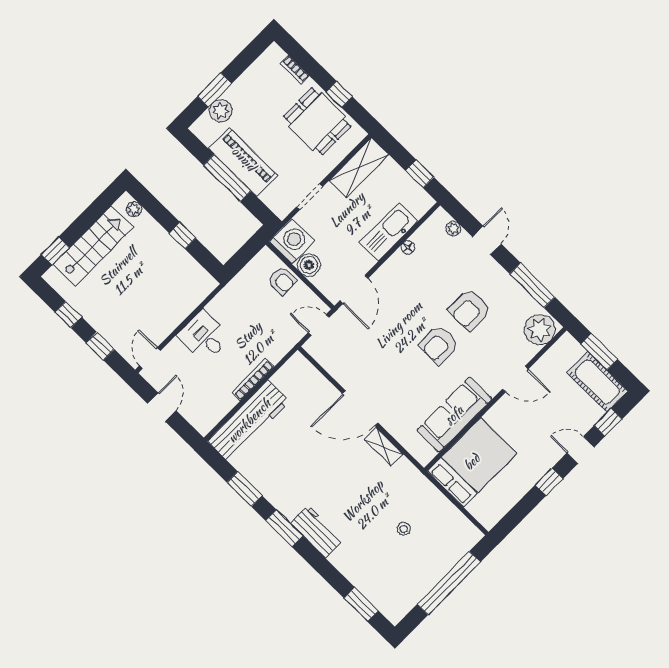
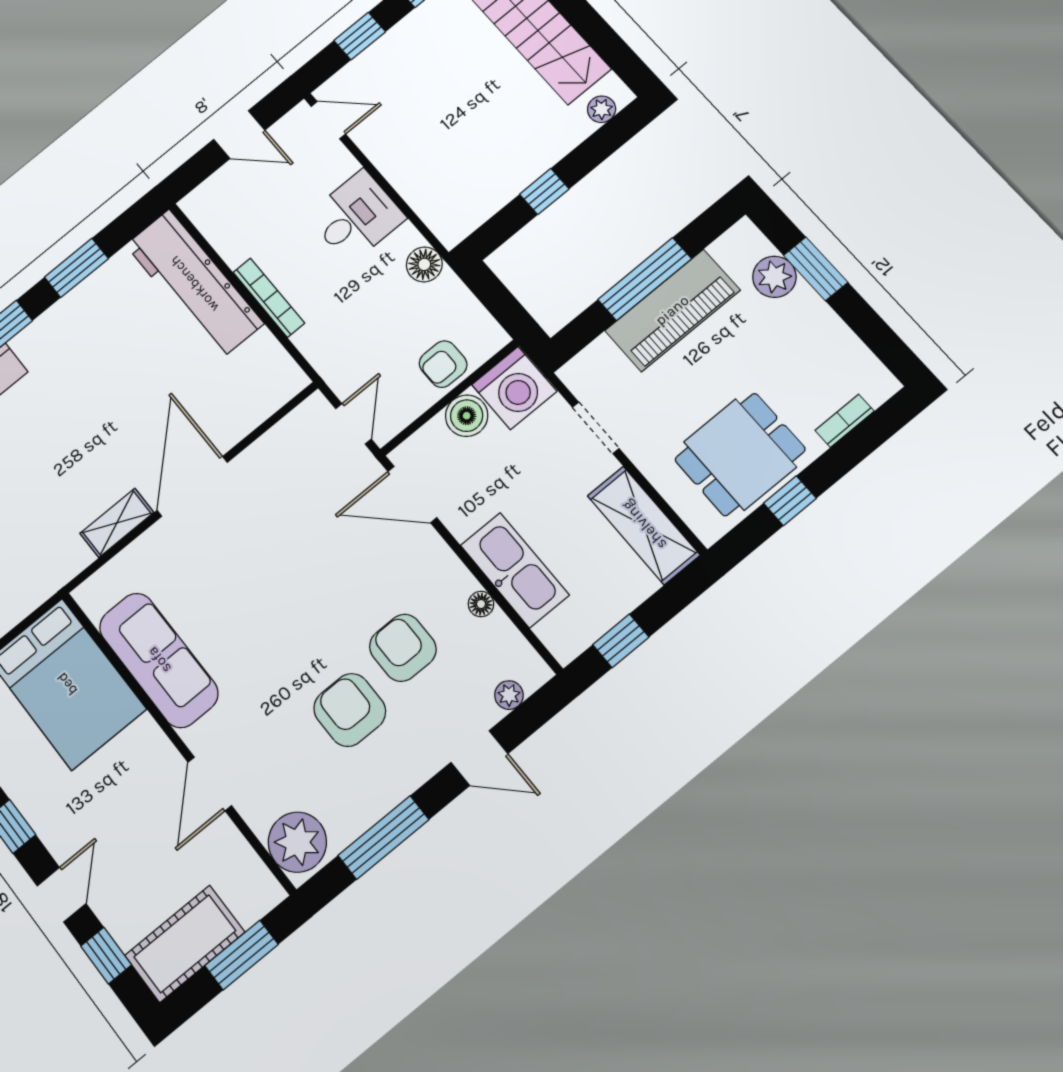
floor lamp: (228, 296) -> (424, 264), added
armchair: (439, 345) -> (403, 648), moved

